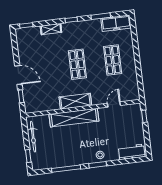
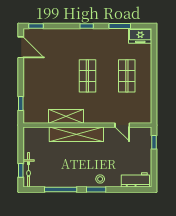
freezer: (116, 23) -> (140, 36), width x0.71
shelving: (51, 29) -> (63, 33), removed
door: (18, 75) -> (21, 47), moved
shelving: (75, 101) -> (66, 116), moved
door: (114, 104) -> (122, 125), swing flipped
bicycle: (33, 137) -> (29, 170), moved

